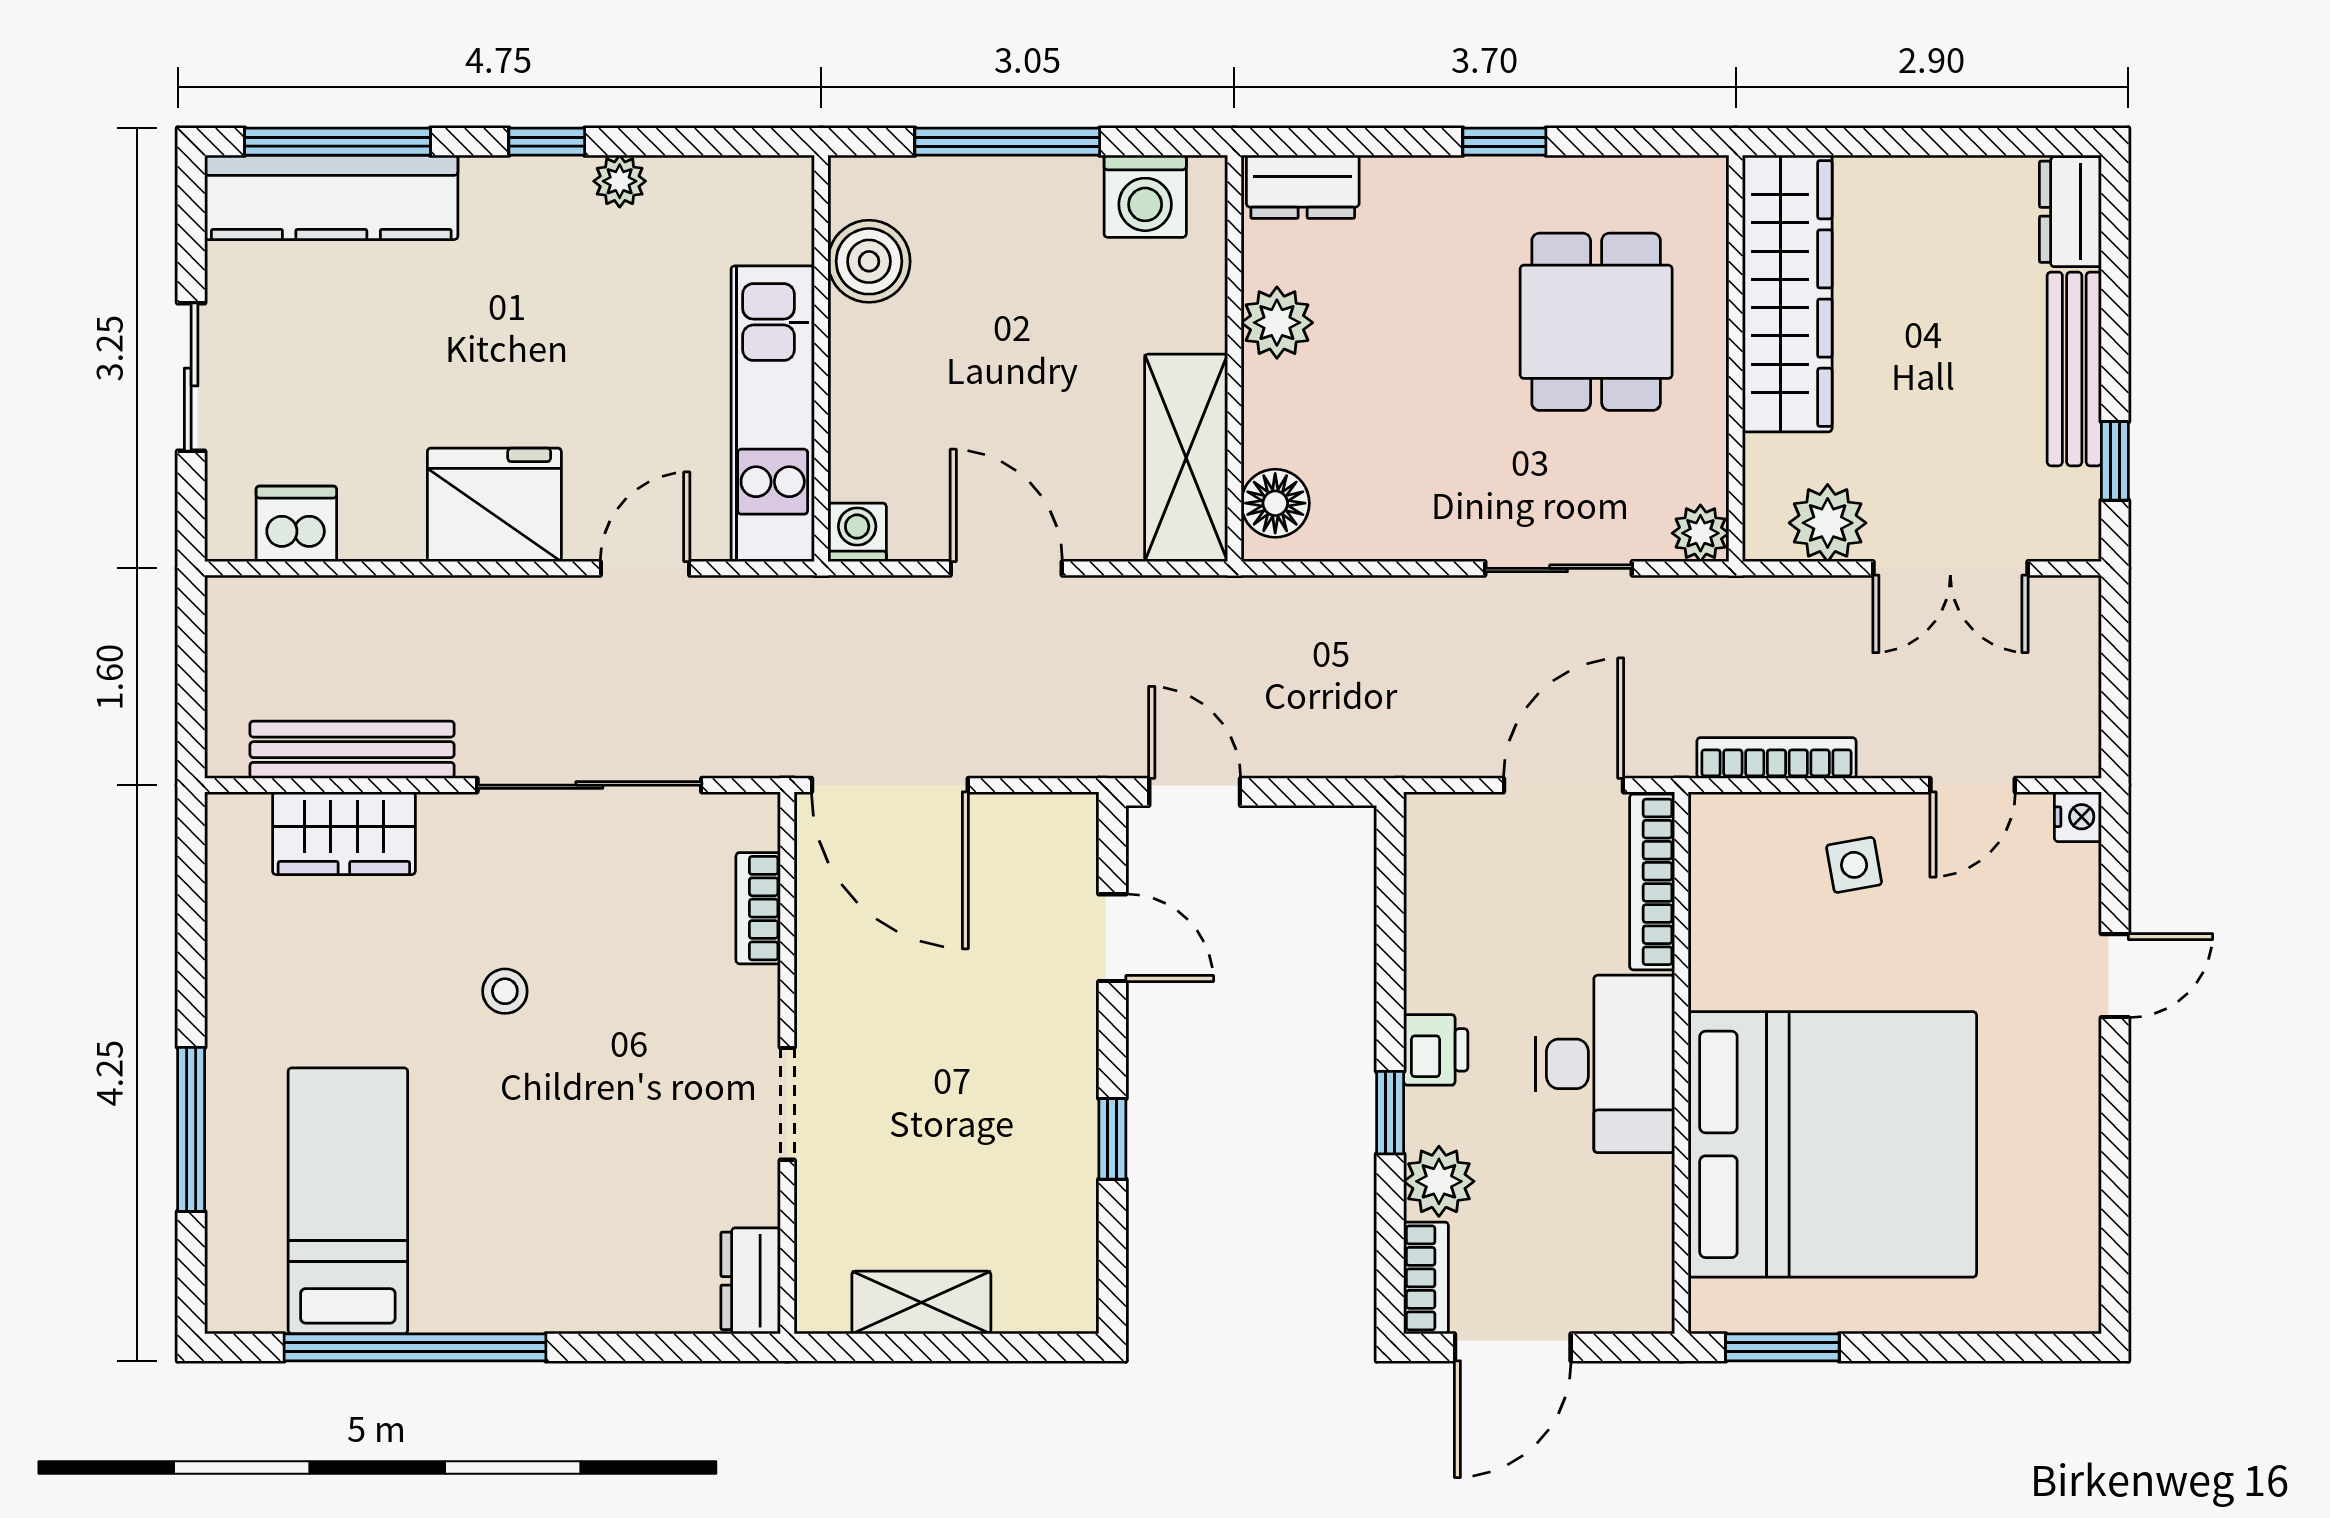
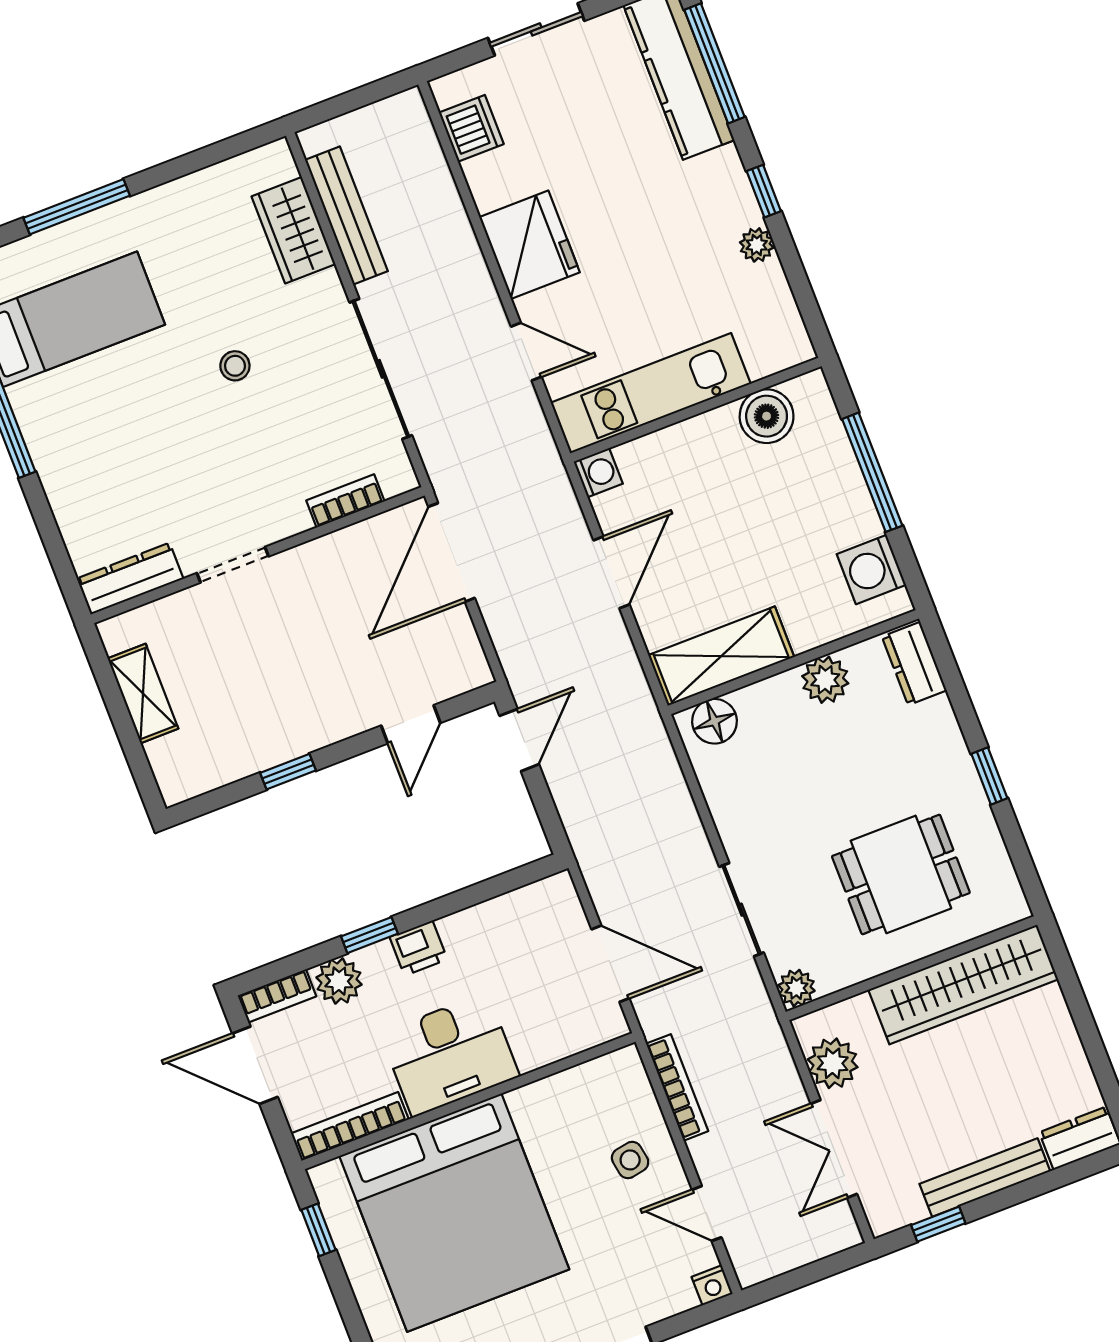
bookcase: (1652, 882) -> (350, 1126), moved
dresser: (751, 1281) -> (130, 579), width x1.44
window: (1782, 1347) -> (319, 1230), width x0.67

